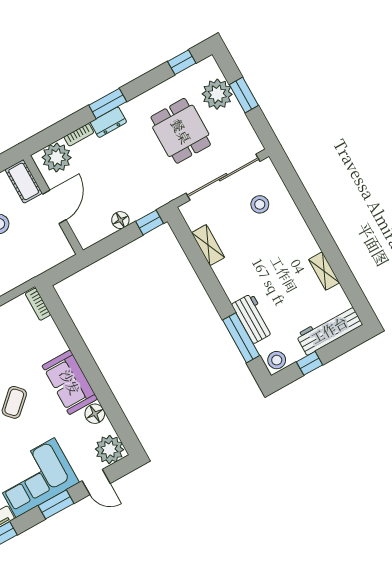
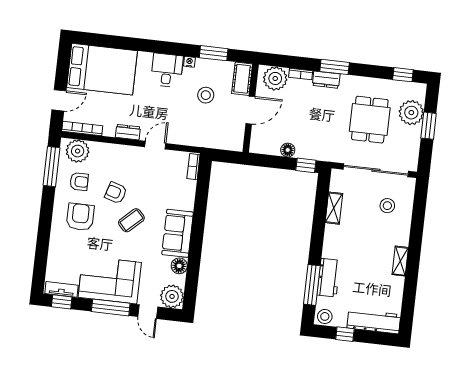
shelving: (324, 271) -> (400, 261), moved
window: (56, 504) -> (111, 307), width x1.44

